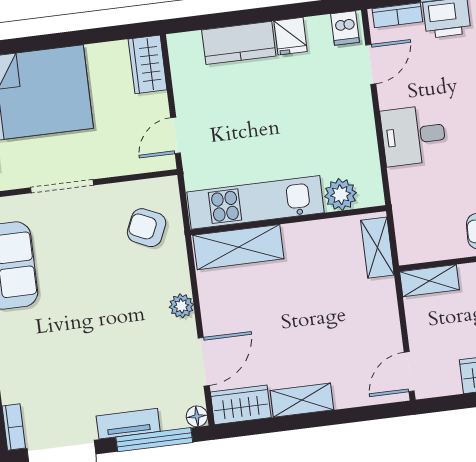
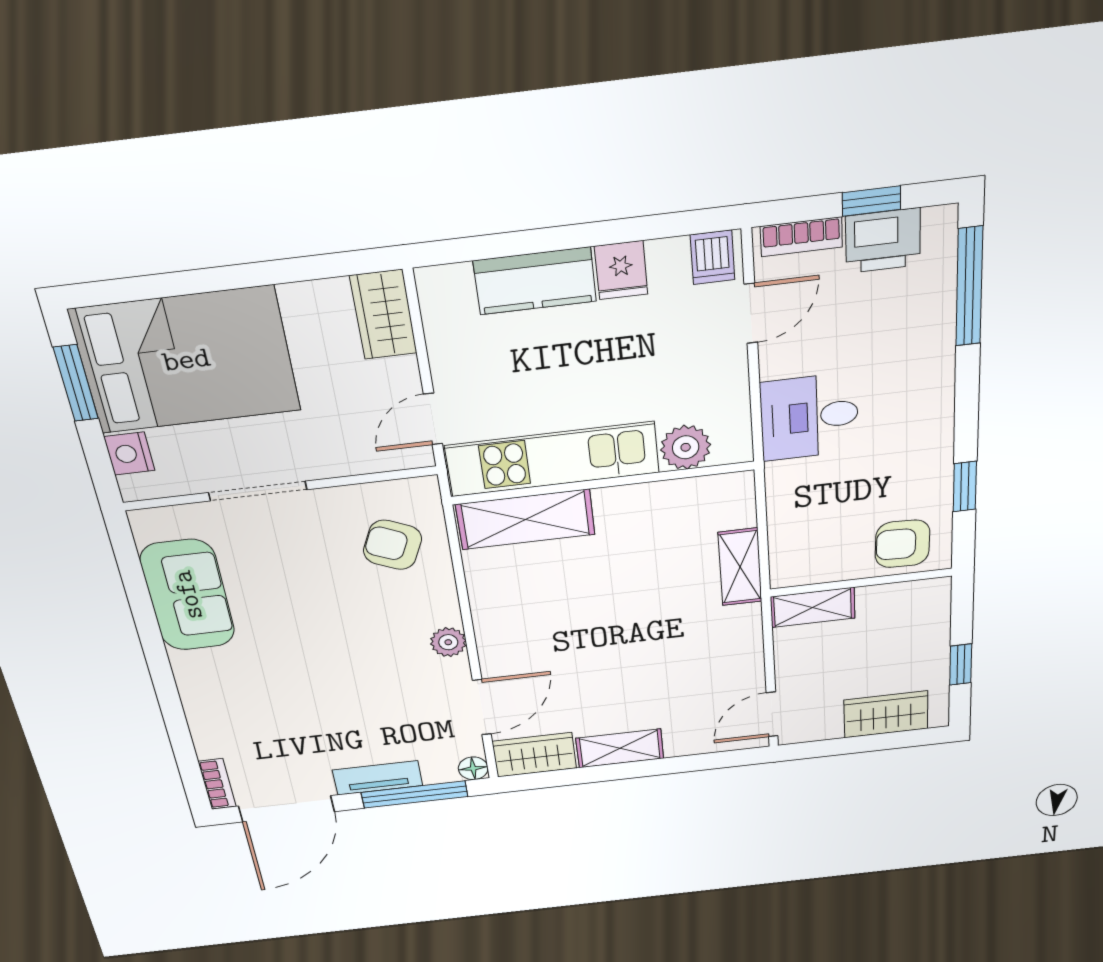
plant: (341, 195) -> (686, 447), moved
kitchen unit: (256, 202) -> (552, 459), moved
wall: (288, 220) -> (603, 483), moved
shelving: (238, 247) -> (525, 519), moved

